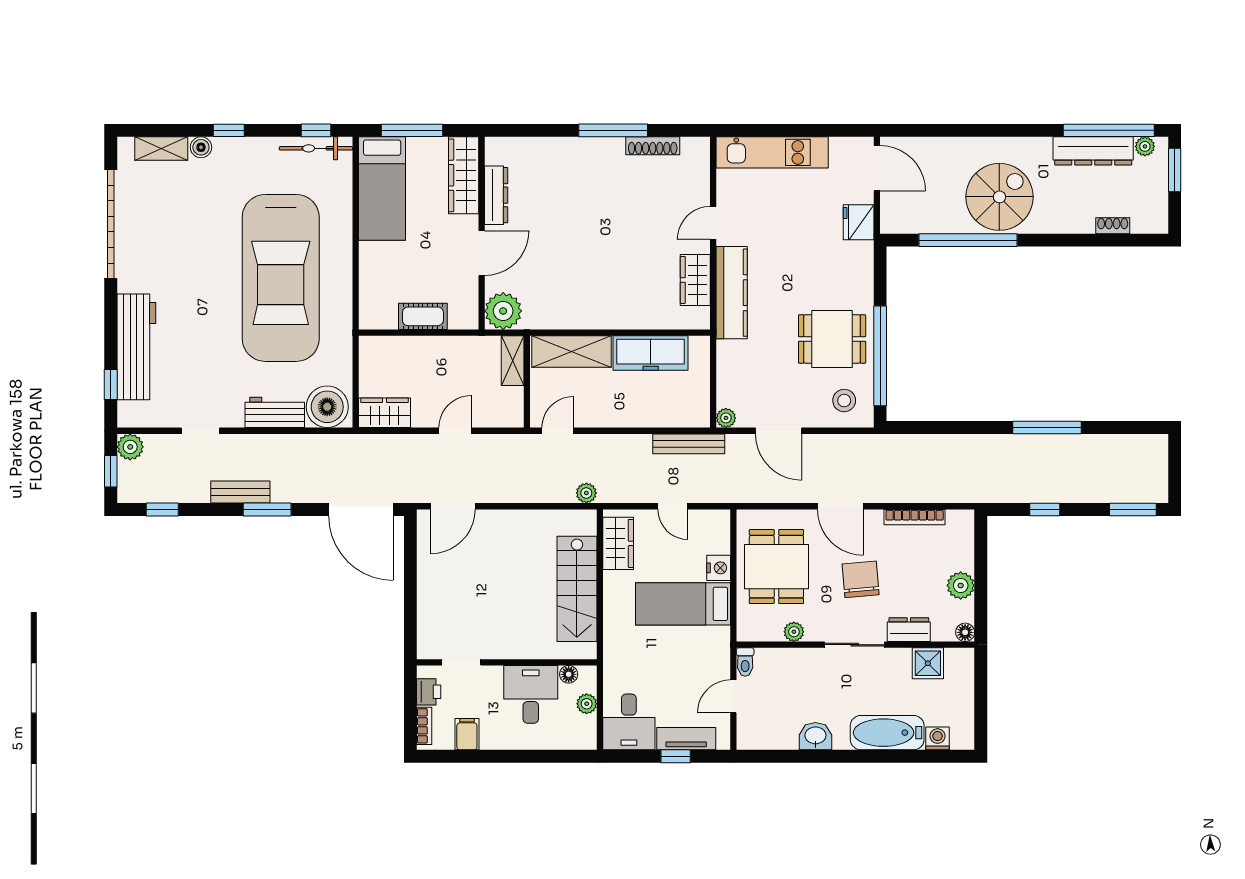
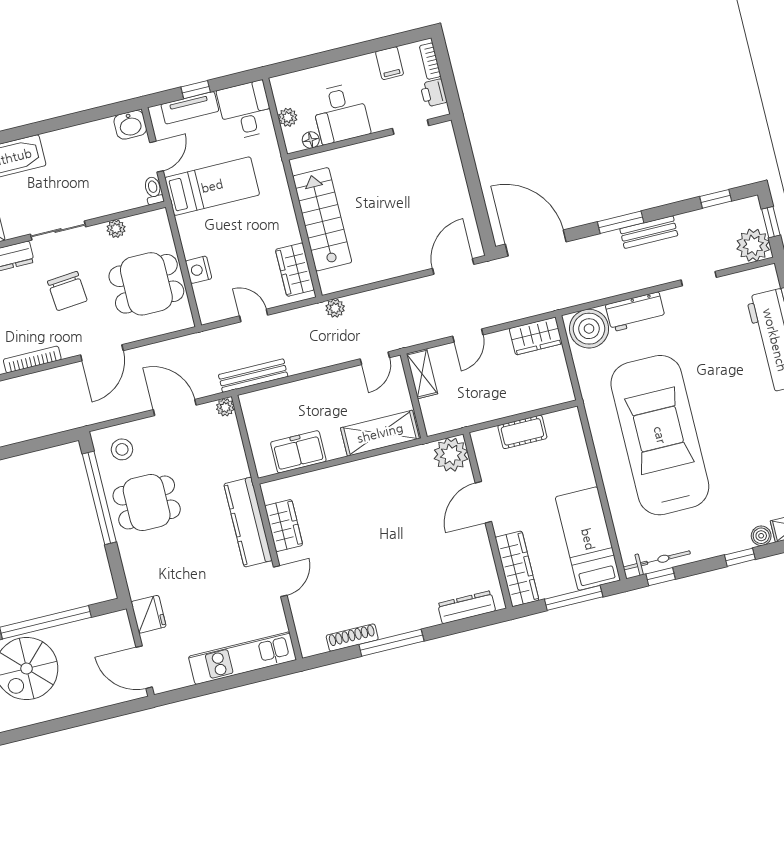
dresser: (496, 195) -> (467, 607), moved, turned 90
freezer: (651, 353) -> (298, 452), width x0.71
shelving: (513, 361) -> (422, 374), moved
plant: (130, 447) -> (753, 245), width x1.36, depth x1.36
door: (840, 506) -> (102, 353), swing flipped
dining table: (776, 567) -> (146, 284), turned 90
bed: (683, 604) -> (212, 186), moved
washbasin: (815, 736) -> (130, 125), moved

